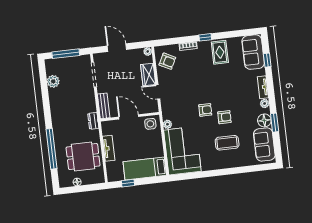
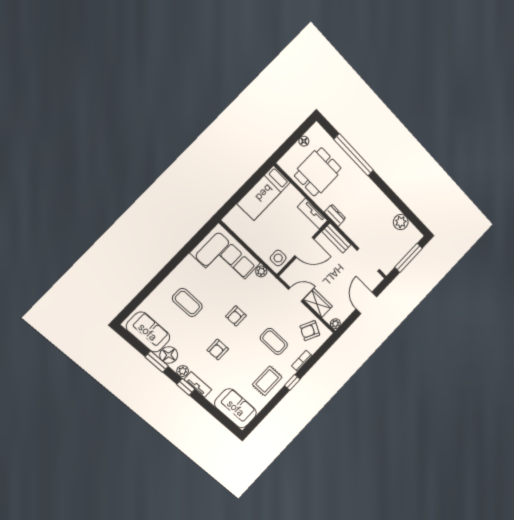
door: (117, 48) -> (366, 303), swing flipped
rug: (220, 52) -> (267, 381), turned 90
window: (267, 60) -> (186, 387), moved
coffee table: (195, 74) -> (274, 341), added
armchair: (224, 117) -> (218, 350), moved
coffee table: (227, 143) -> (187, 303), turned 90
tv unit: (109, 148) -> (312, 214), moved
bed: (145, 169) -> (264, 193), moved, turned 180
window: (128, 183) -> (253, 181), removed

